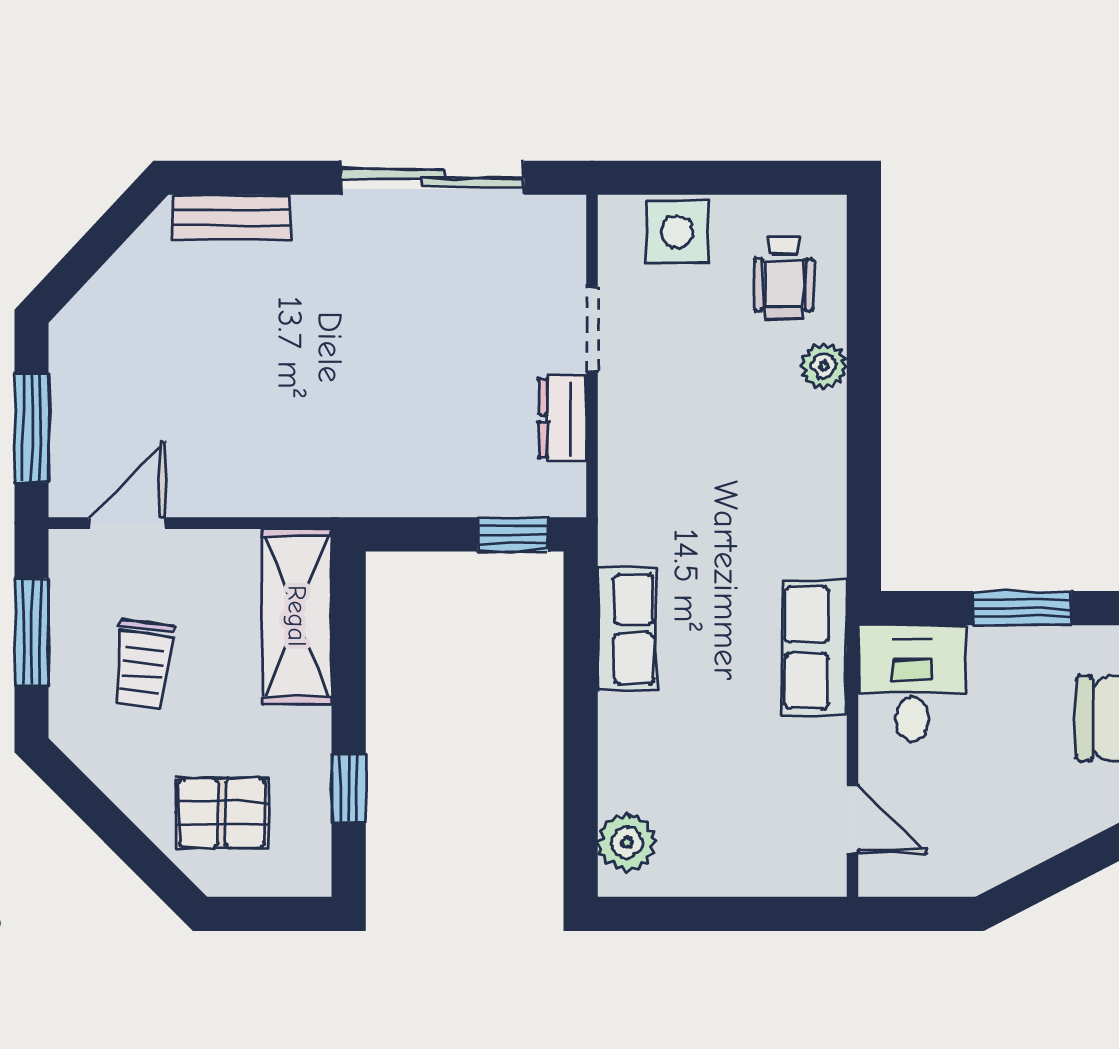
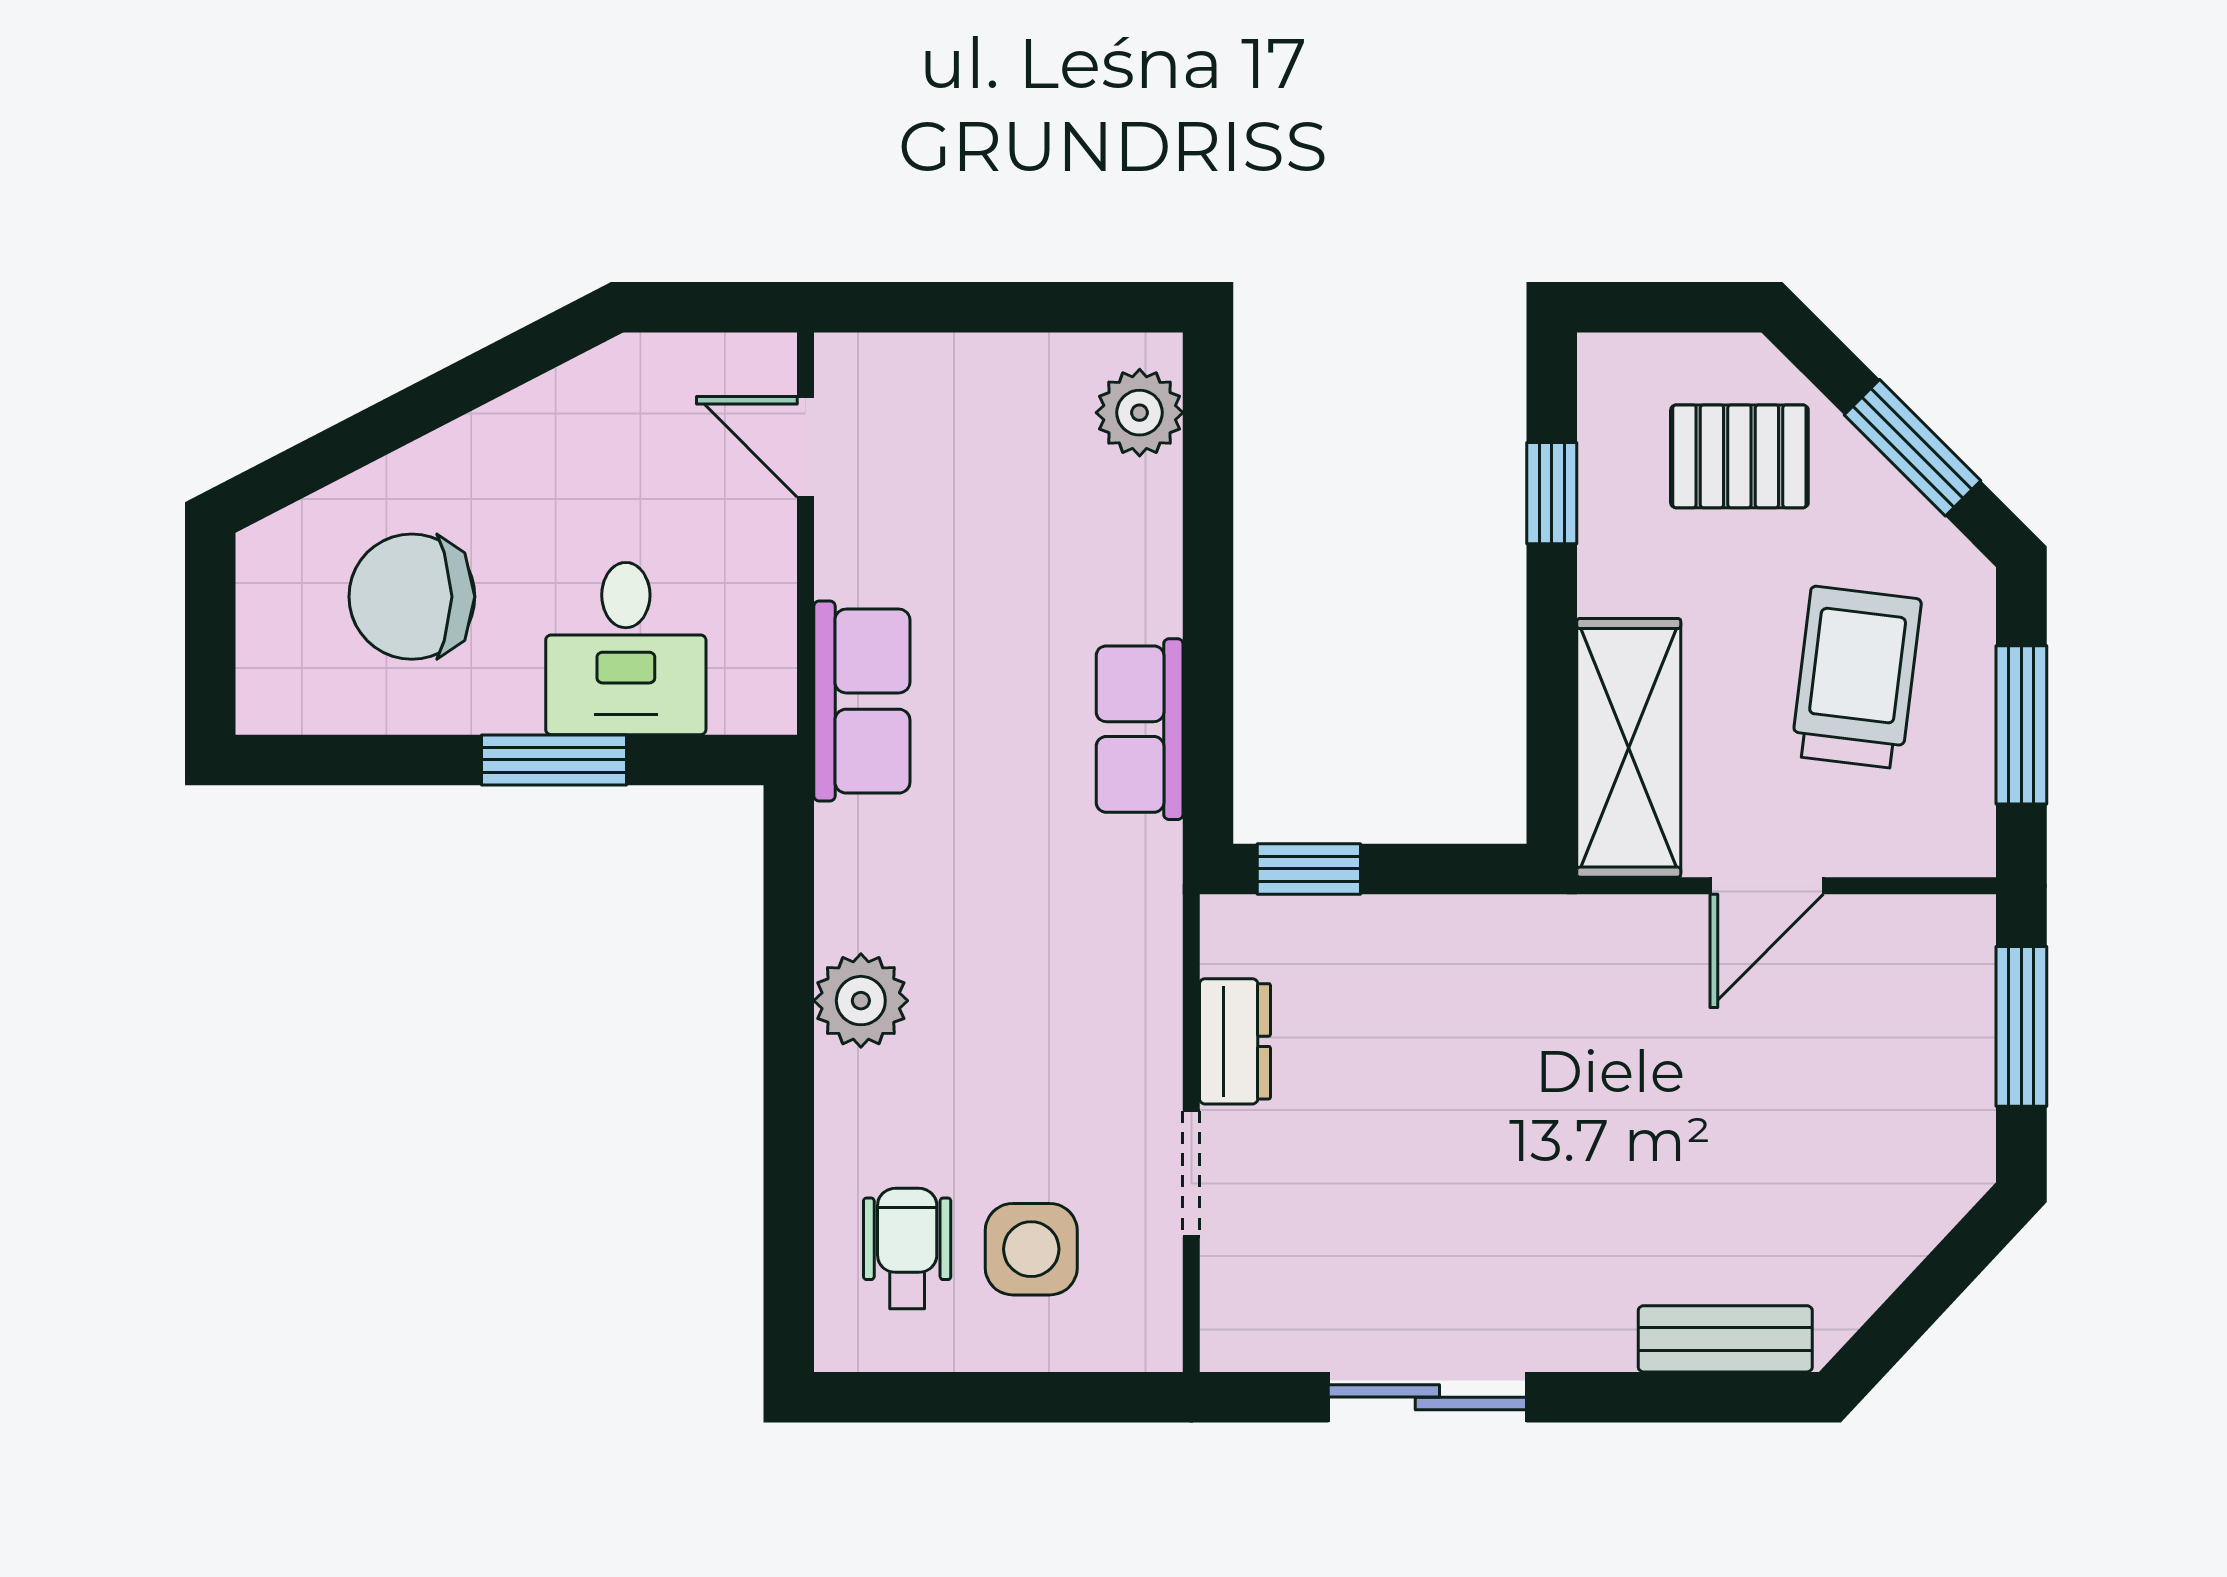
sliding door: (433, 178) -> (1427, 1397), width x0.73
side table: (677, 232) -> (1031, 1249), moved
plant: (824, 366) -> (861, 1001), moved, width x1.38, depth x1.38
door: (127, 523) -> (1767, 886), moved
trolley: (143, 664) -> (1856, 678), width x1.36, depth x1.39
desk: (912, 683) -> (626, 649), moved
window: (105, 819) -> (1912, 448), added

